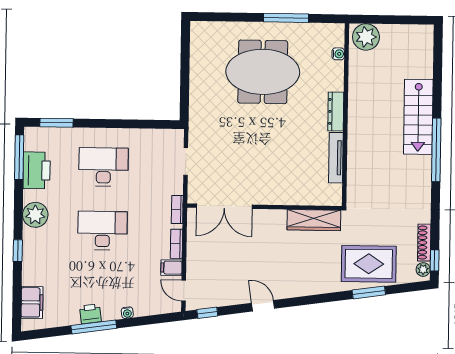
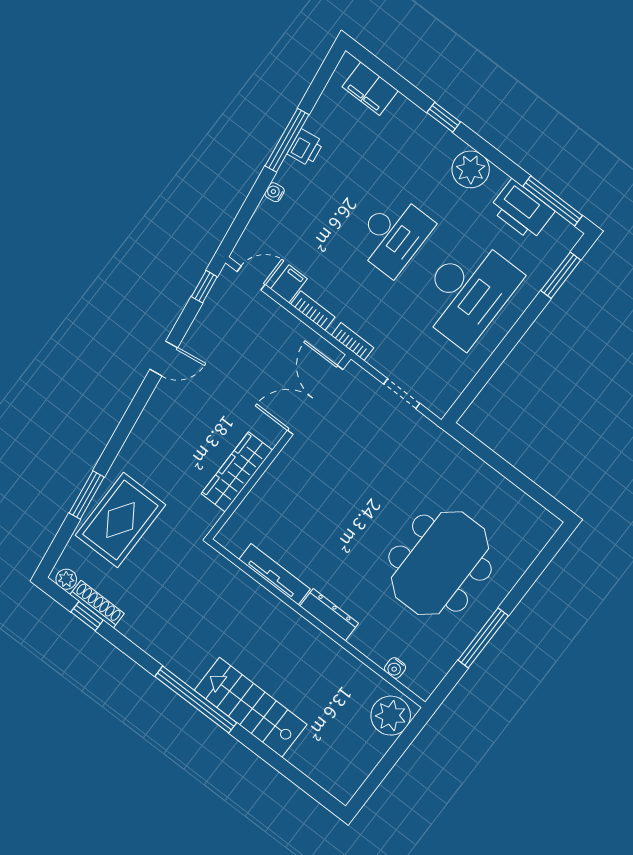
desk: (103, 167) -> (467, 292), width x1.36, depth x1.30
wardrobe: (314, 220) -> (237, 472), moved
window: (435, 260) -> (87, 616), moved

